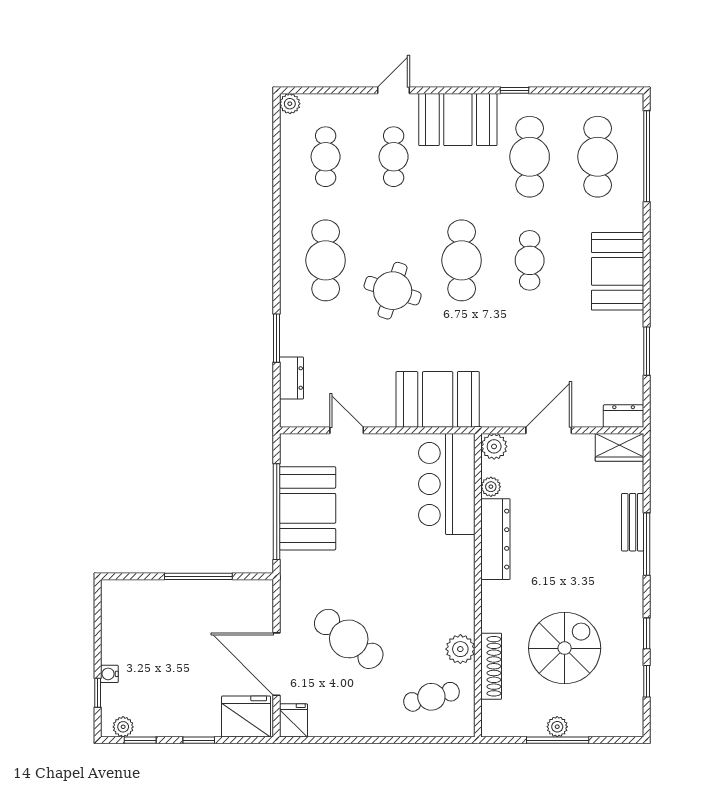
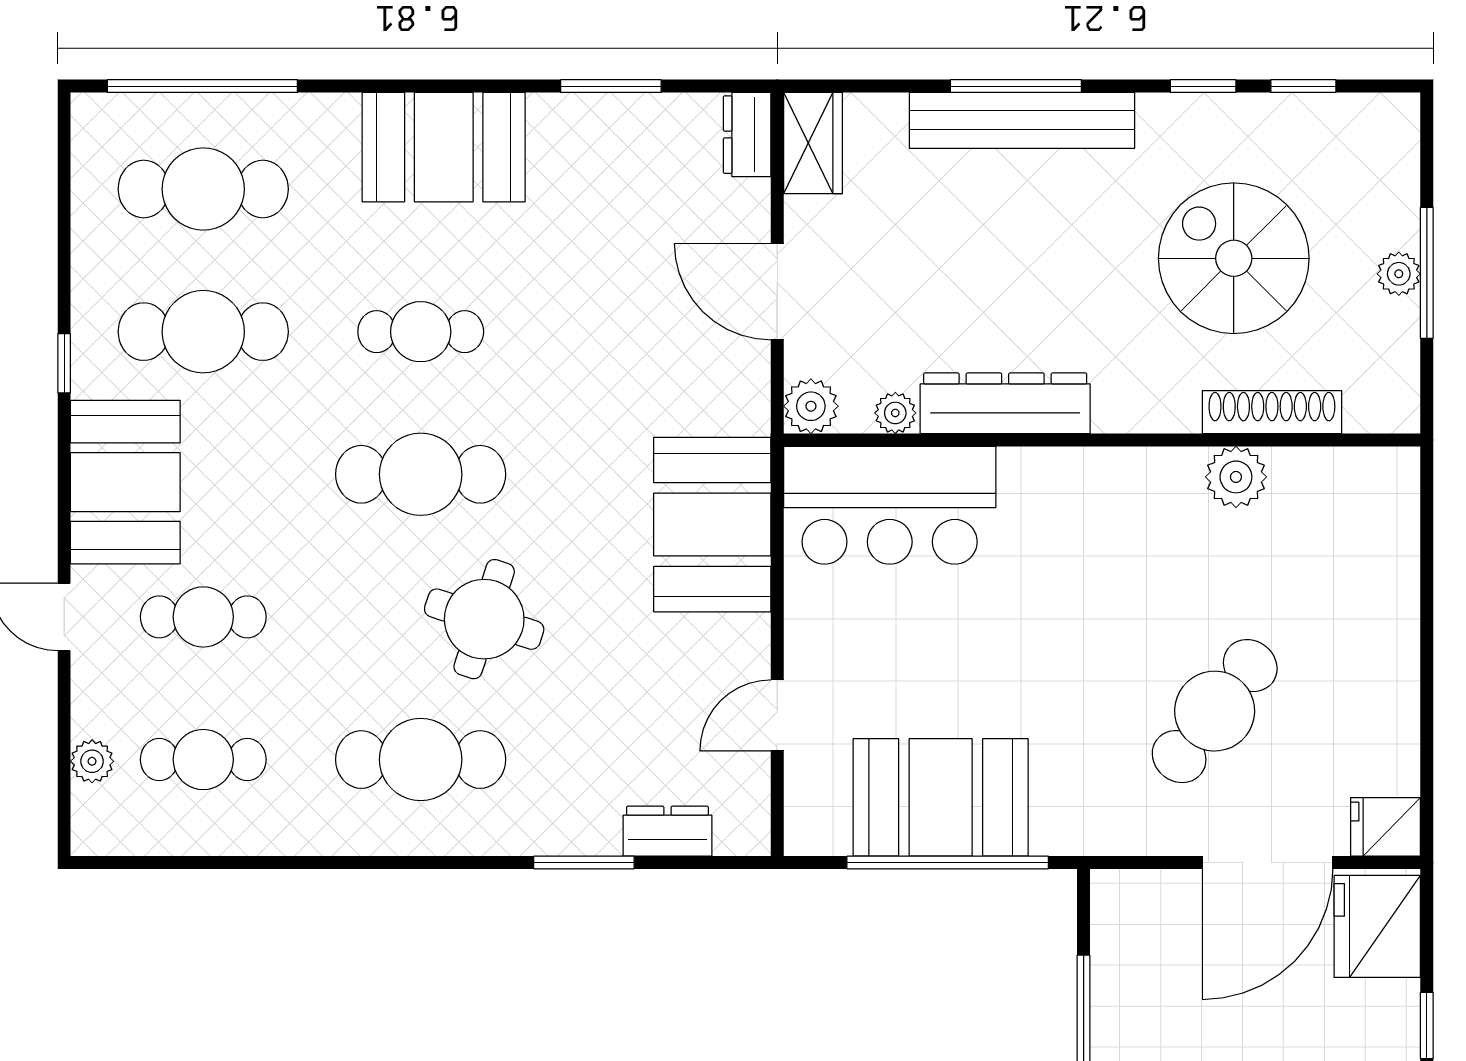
plant: (290, 104) -> (92, 761), moved
bench: (633, 522) -> (1022, 120), width x1.86, depth x1.21
cafe table: (431, 697) -> (1336, 537), removed

